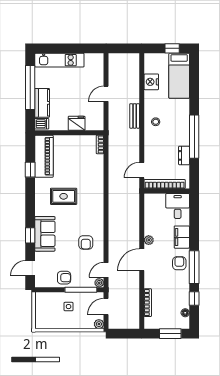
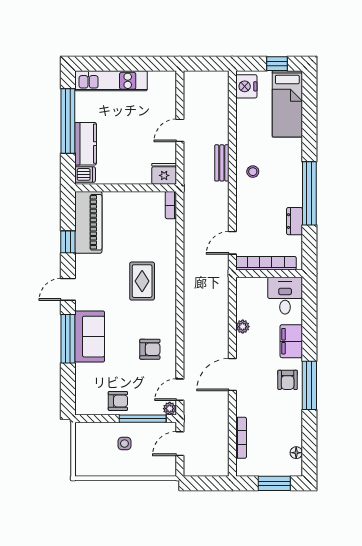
nightstand: (151, 82) -> (246, 86), moved
fridge: (77, 123) -> (164, 174), moved
rug: (64, 196) -> (142, 281), moved, turned 90
window: (30, 235) -> (68, 339), width x2.17
plant: (149, 240) -> (243, 327), moved
armchair: (86, 242) -> (150, 349), turned -90
armchair: (179, 263) -> (288, 380), turned 180
door: (30, 268) -> (68, 289), moved
window: (194, 298) -> (309, 432), removed
plant: (99, 324) -> (169, 469), removed

